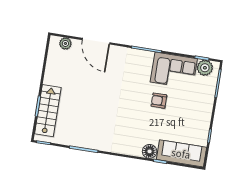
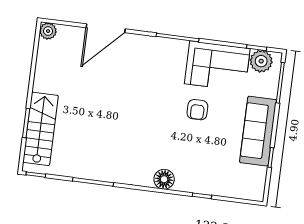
door: (96, 41) -> (106, 28), hinge flipped
plant: (65, 43) -> (48, 31), moved
armchair: (159, 101) -> (197, 110), turned -90
floor lamp: (150, 151) -> (164, 179), moved
sofa: (181, 153) -> (258, 131), moved, turned -90

